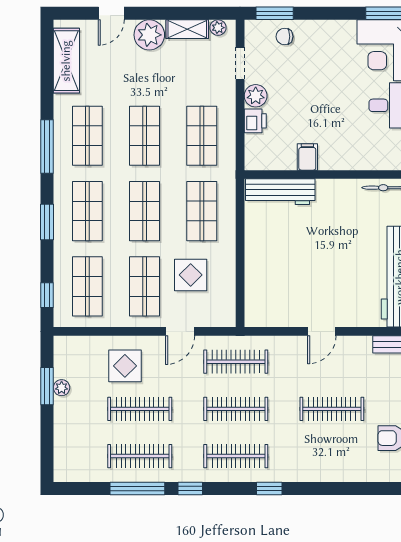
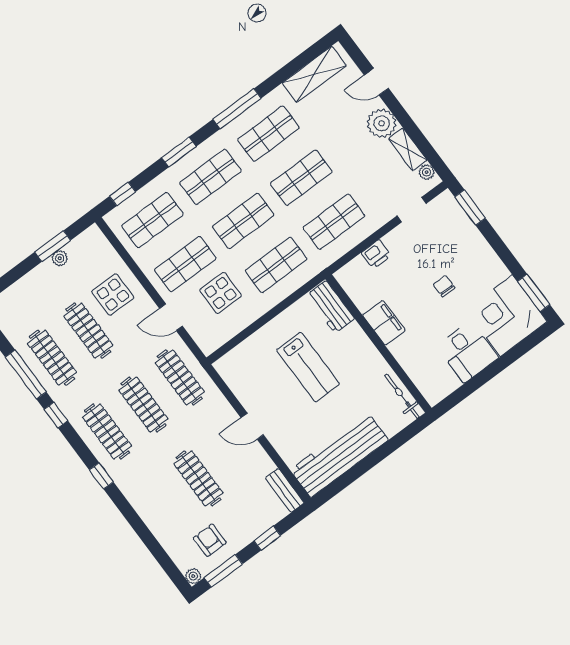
chair: (285, 37) -> (444, 286), moved
plant: (256, 96) -> (396, 240), removed
filing cabinet: (307, 157) -> (384, 323), width x2.00
workbench: (280, 192) -> (331, 307), width x0.73
lab bench: (307, 248) -> (308, 367), added

